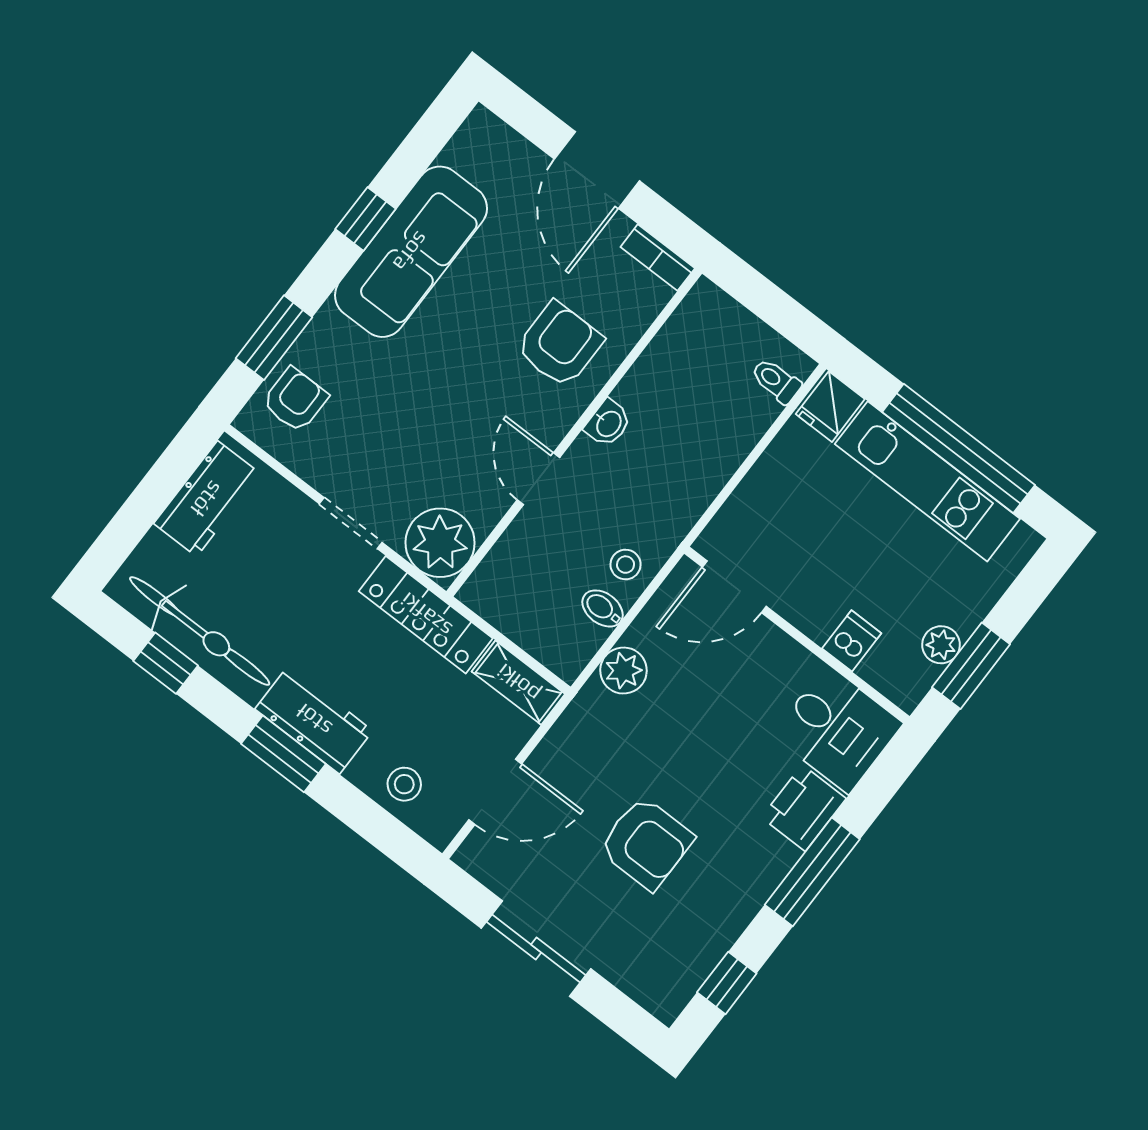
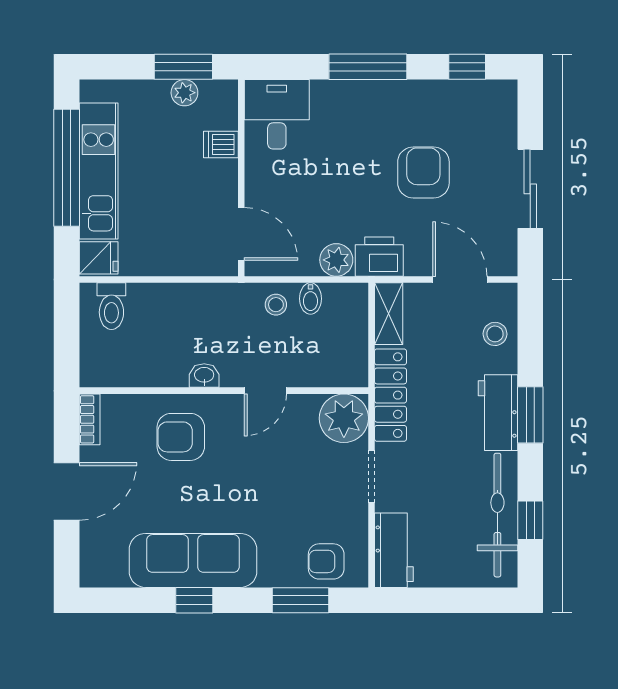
toilet: (776, 381) -> (111, 306), width x1.37, depth x1.39
workbench: (207, 499) -> (394, 550), moved, turned 90
printer: (804, 808) -> (379, 257), moved, turned 180

